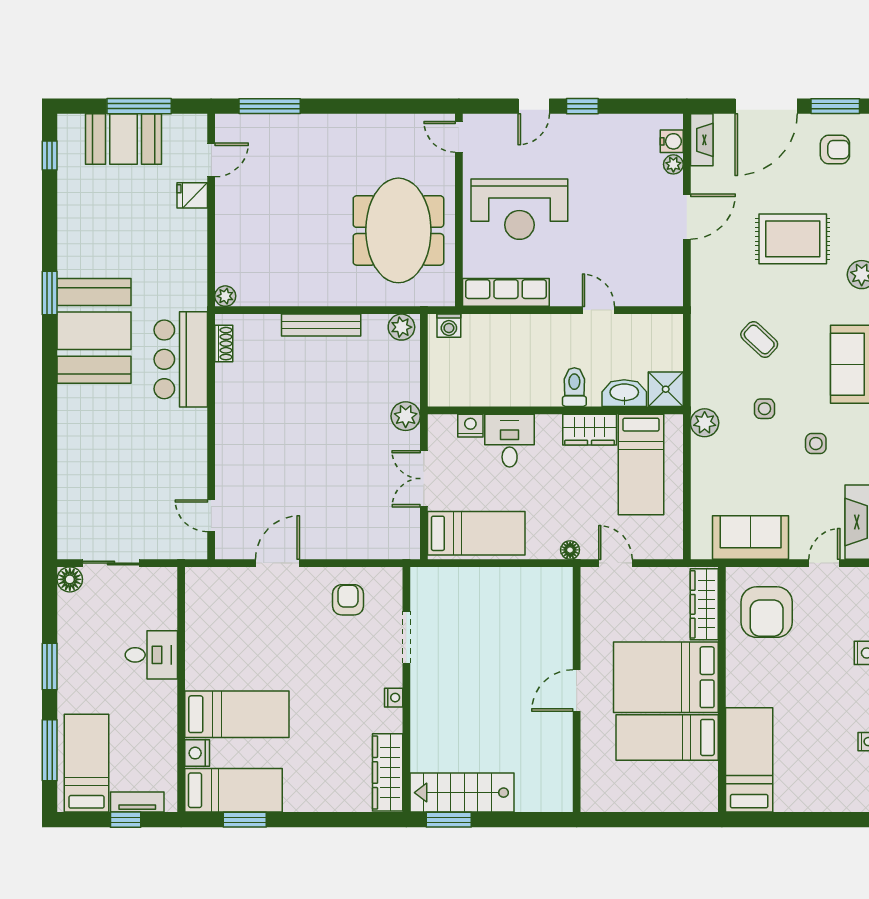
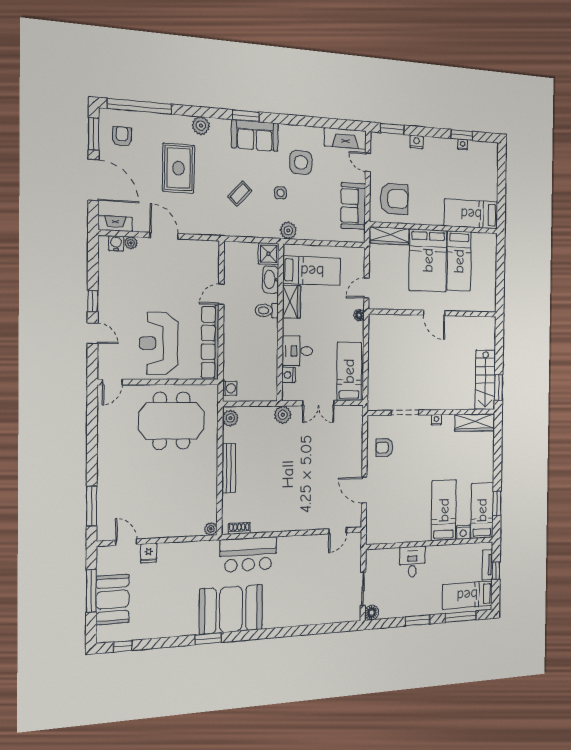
reception desk: (519, 209) -> (159, 343), turned 180
row of seats: (506, 292) -> (210, 342), width x1.36
side table: (816, 444) -> (301, 162), width x1.87, depth x1.87

